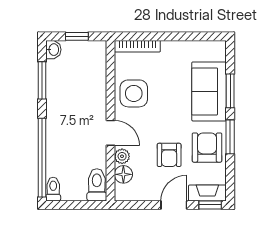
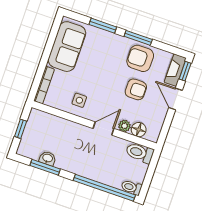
washbasin: (53, 50) -> (48, 158), moved
sofa: (209, 91) -> (67, 47), moved, turned -90
side table: (134, 93) -> (79, 100), width x0.54, depth x0.54

